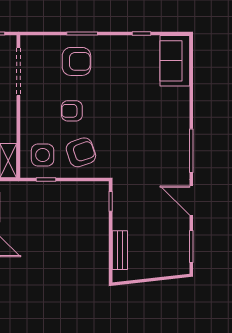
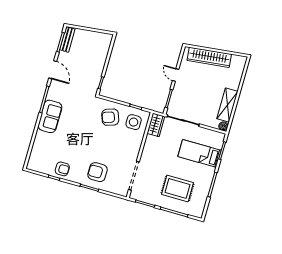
sofa: (175, 61) -> (50, 116), moved
armchair: (72, 111) -> (62, 169), moved
bench: (120, 250) -> (67, 39), moved

